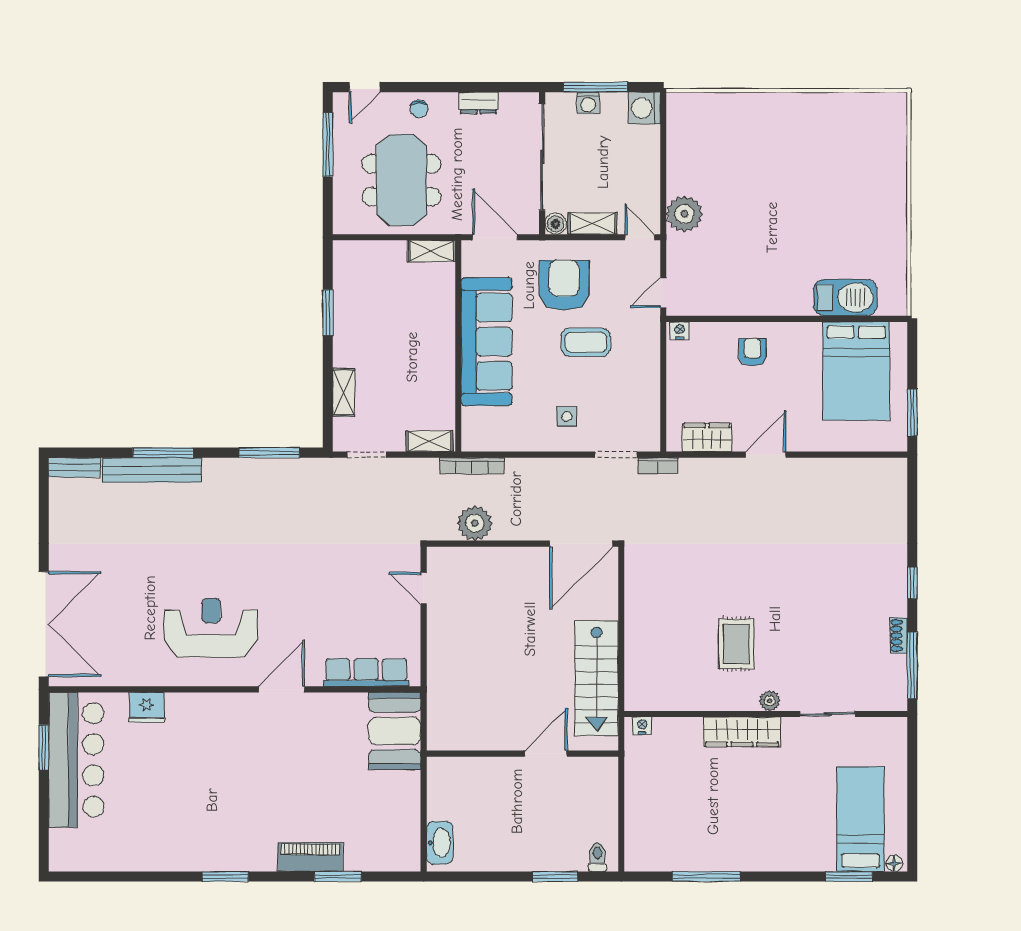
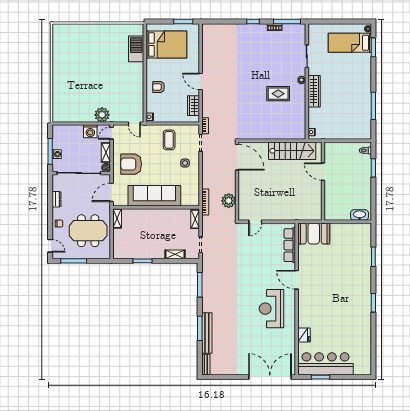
washing machine: (644, 108) -> (90, 131), moved
coffee table: (586, 342) -> (169, 140), moved
piano: (310, 857) -> (365, 268), removed

